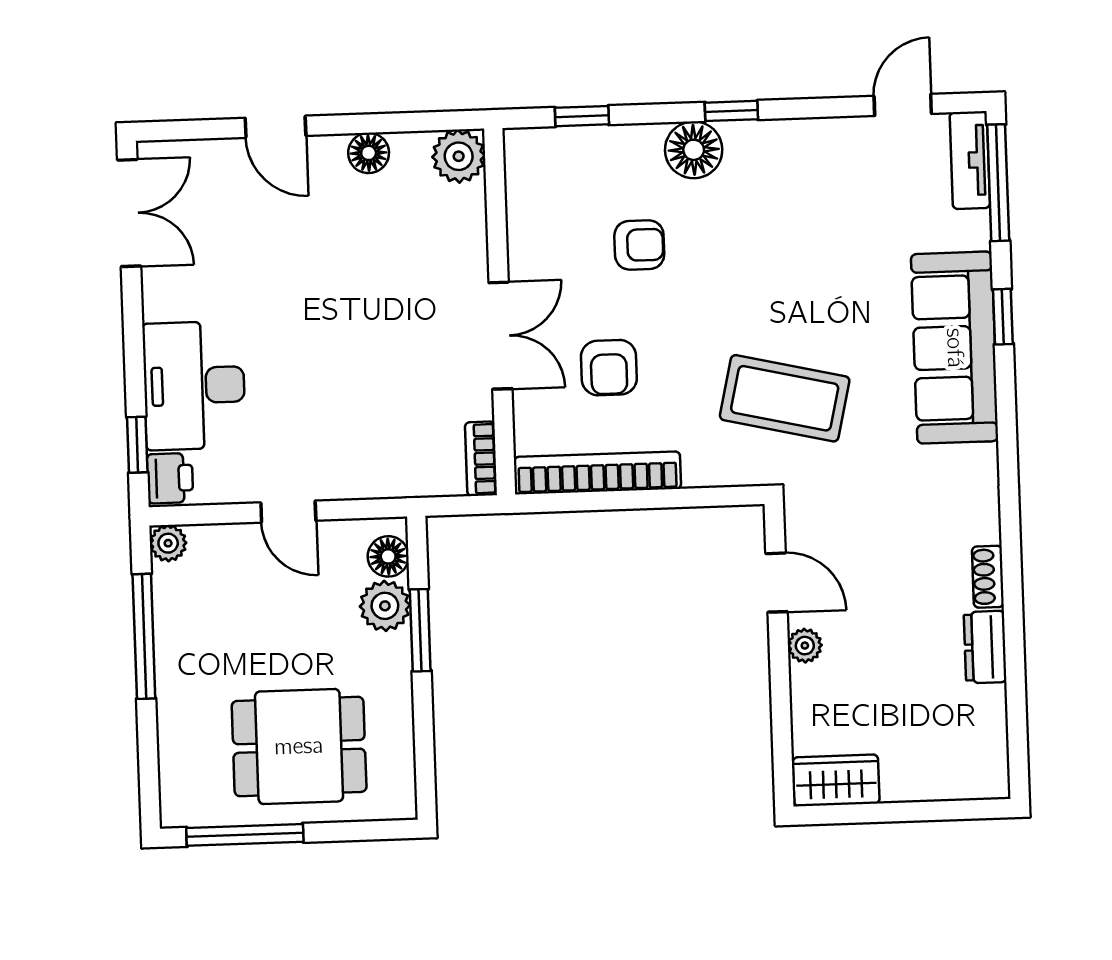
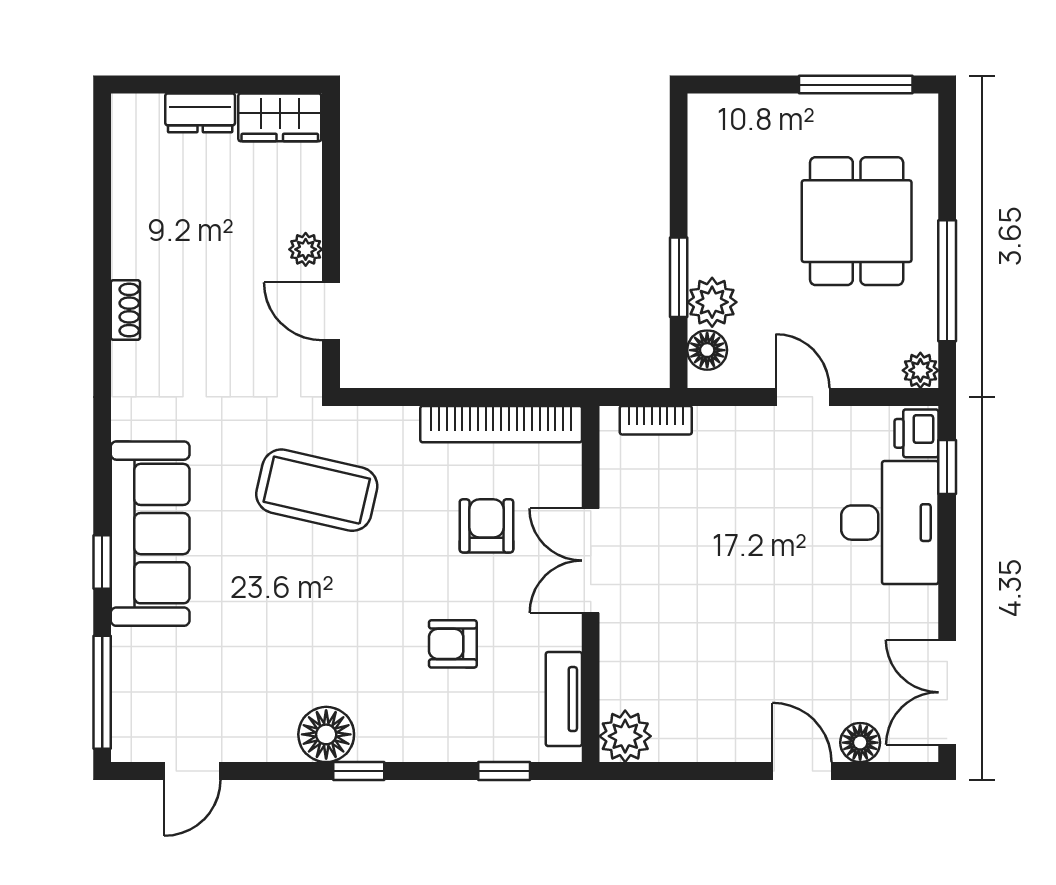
floor lamp: (694, 150) -> (326, 734), moved
floor lamp: (369, 153) -> (860, 743), moved
tv unit: (970, 160) -> (564, 699), moved, turned 180
bookcase: (481, 459) -> (656, 420), moved, turned 90
dresser: (985, 647) -> (200, 113), moved, turned 90
dining table: (299, 746) -> (857, 221), moved, turned 90

